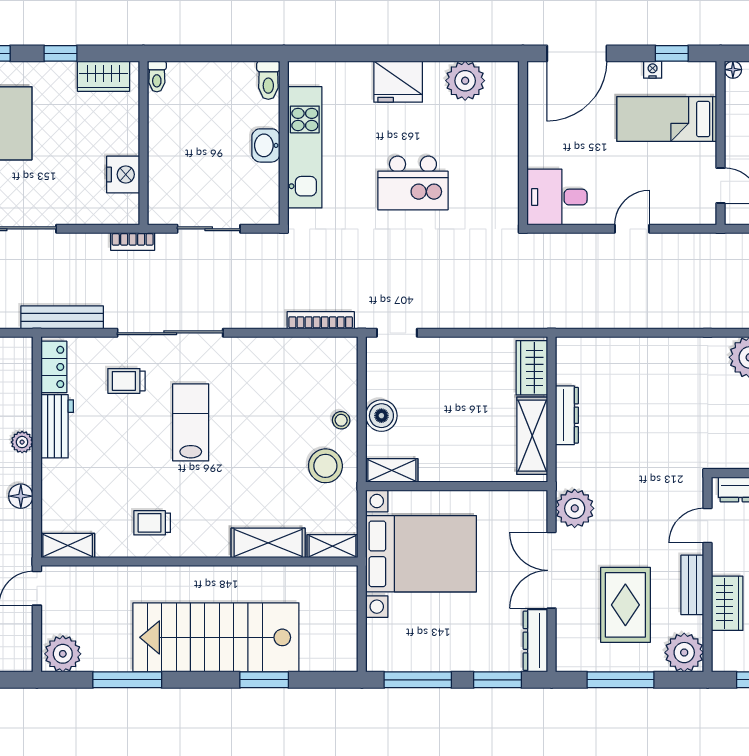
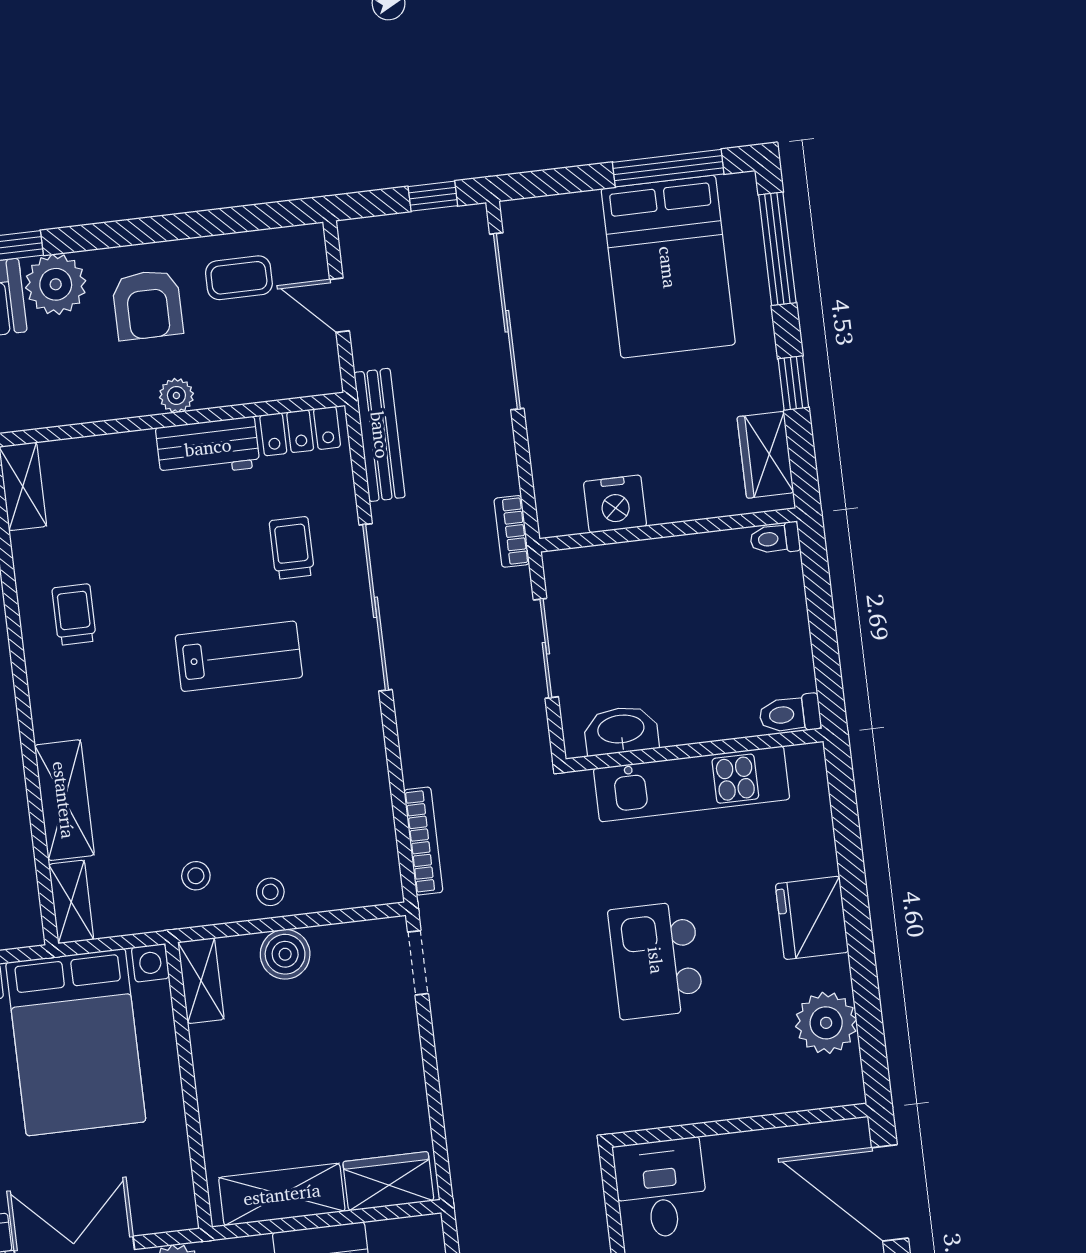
washbasin: (266, 145) -> (621, 730), moved, width x1.38
stool: (325, 466) -> (196, 876), width x0.53, depth x0.53
floor lamp: (21, 496) -> (91, 404), removed

